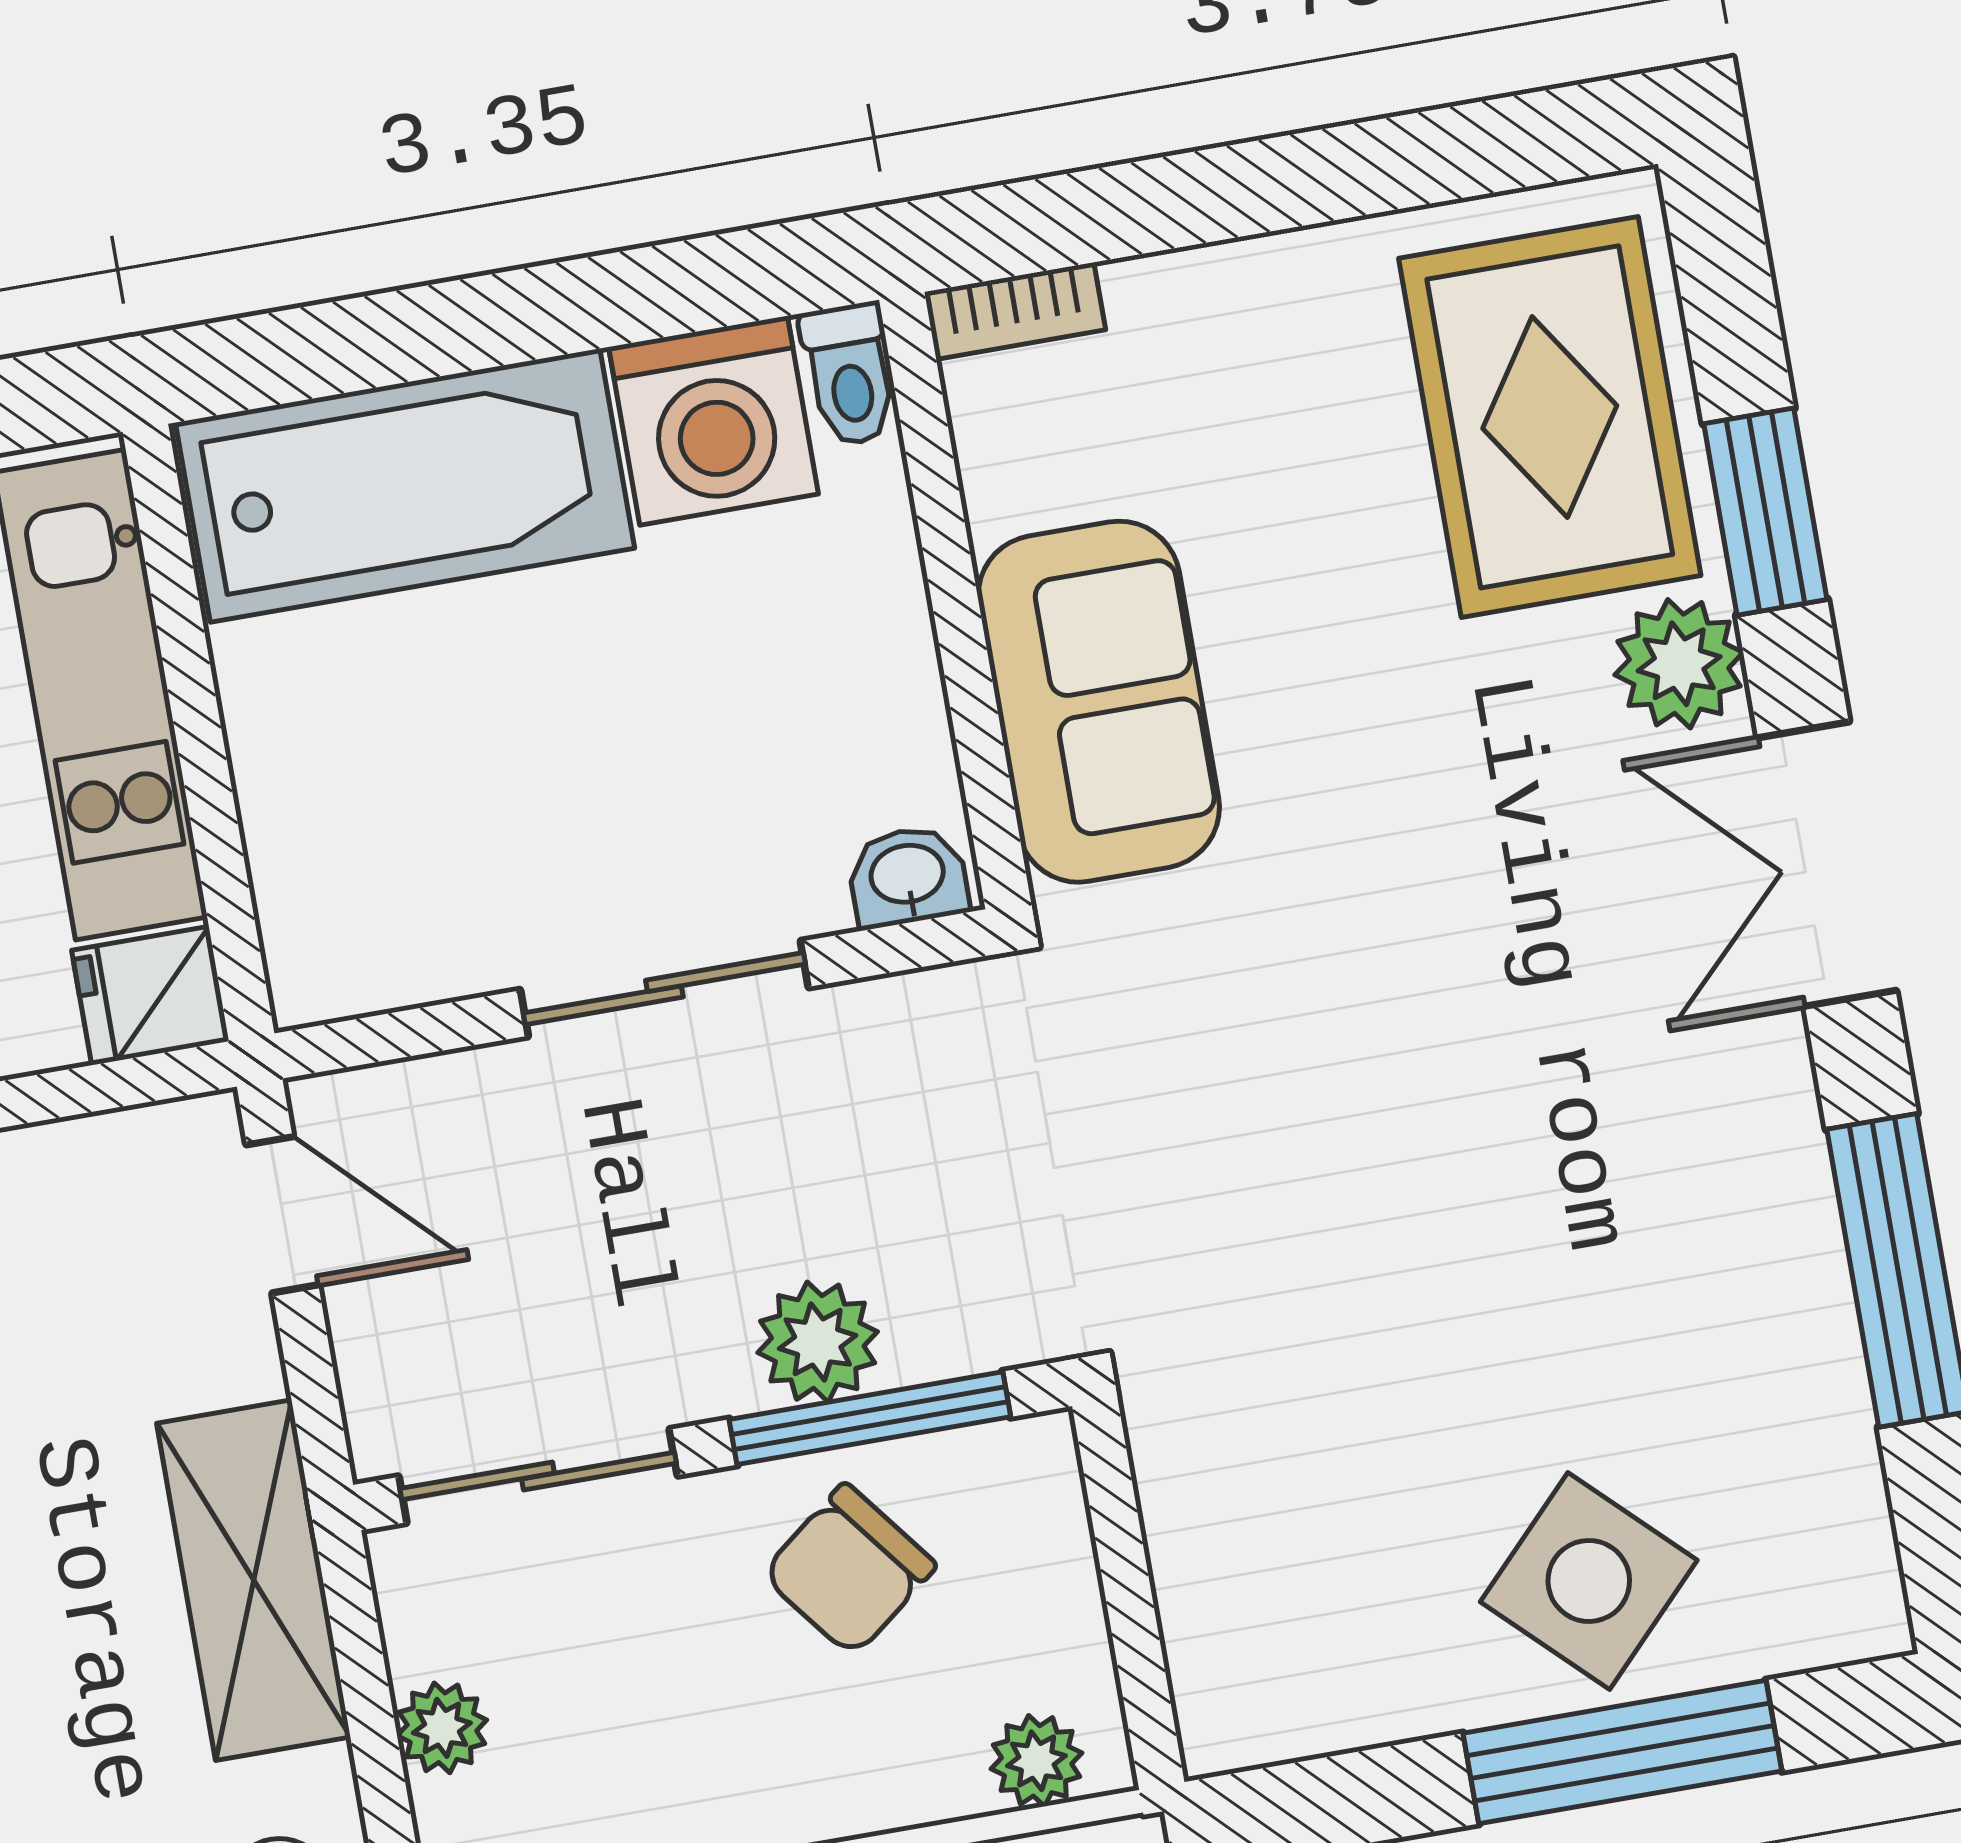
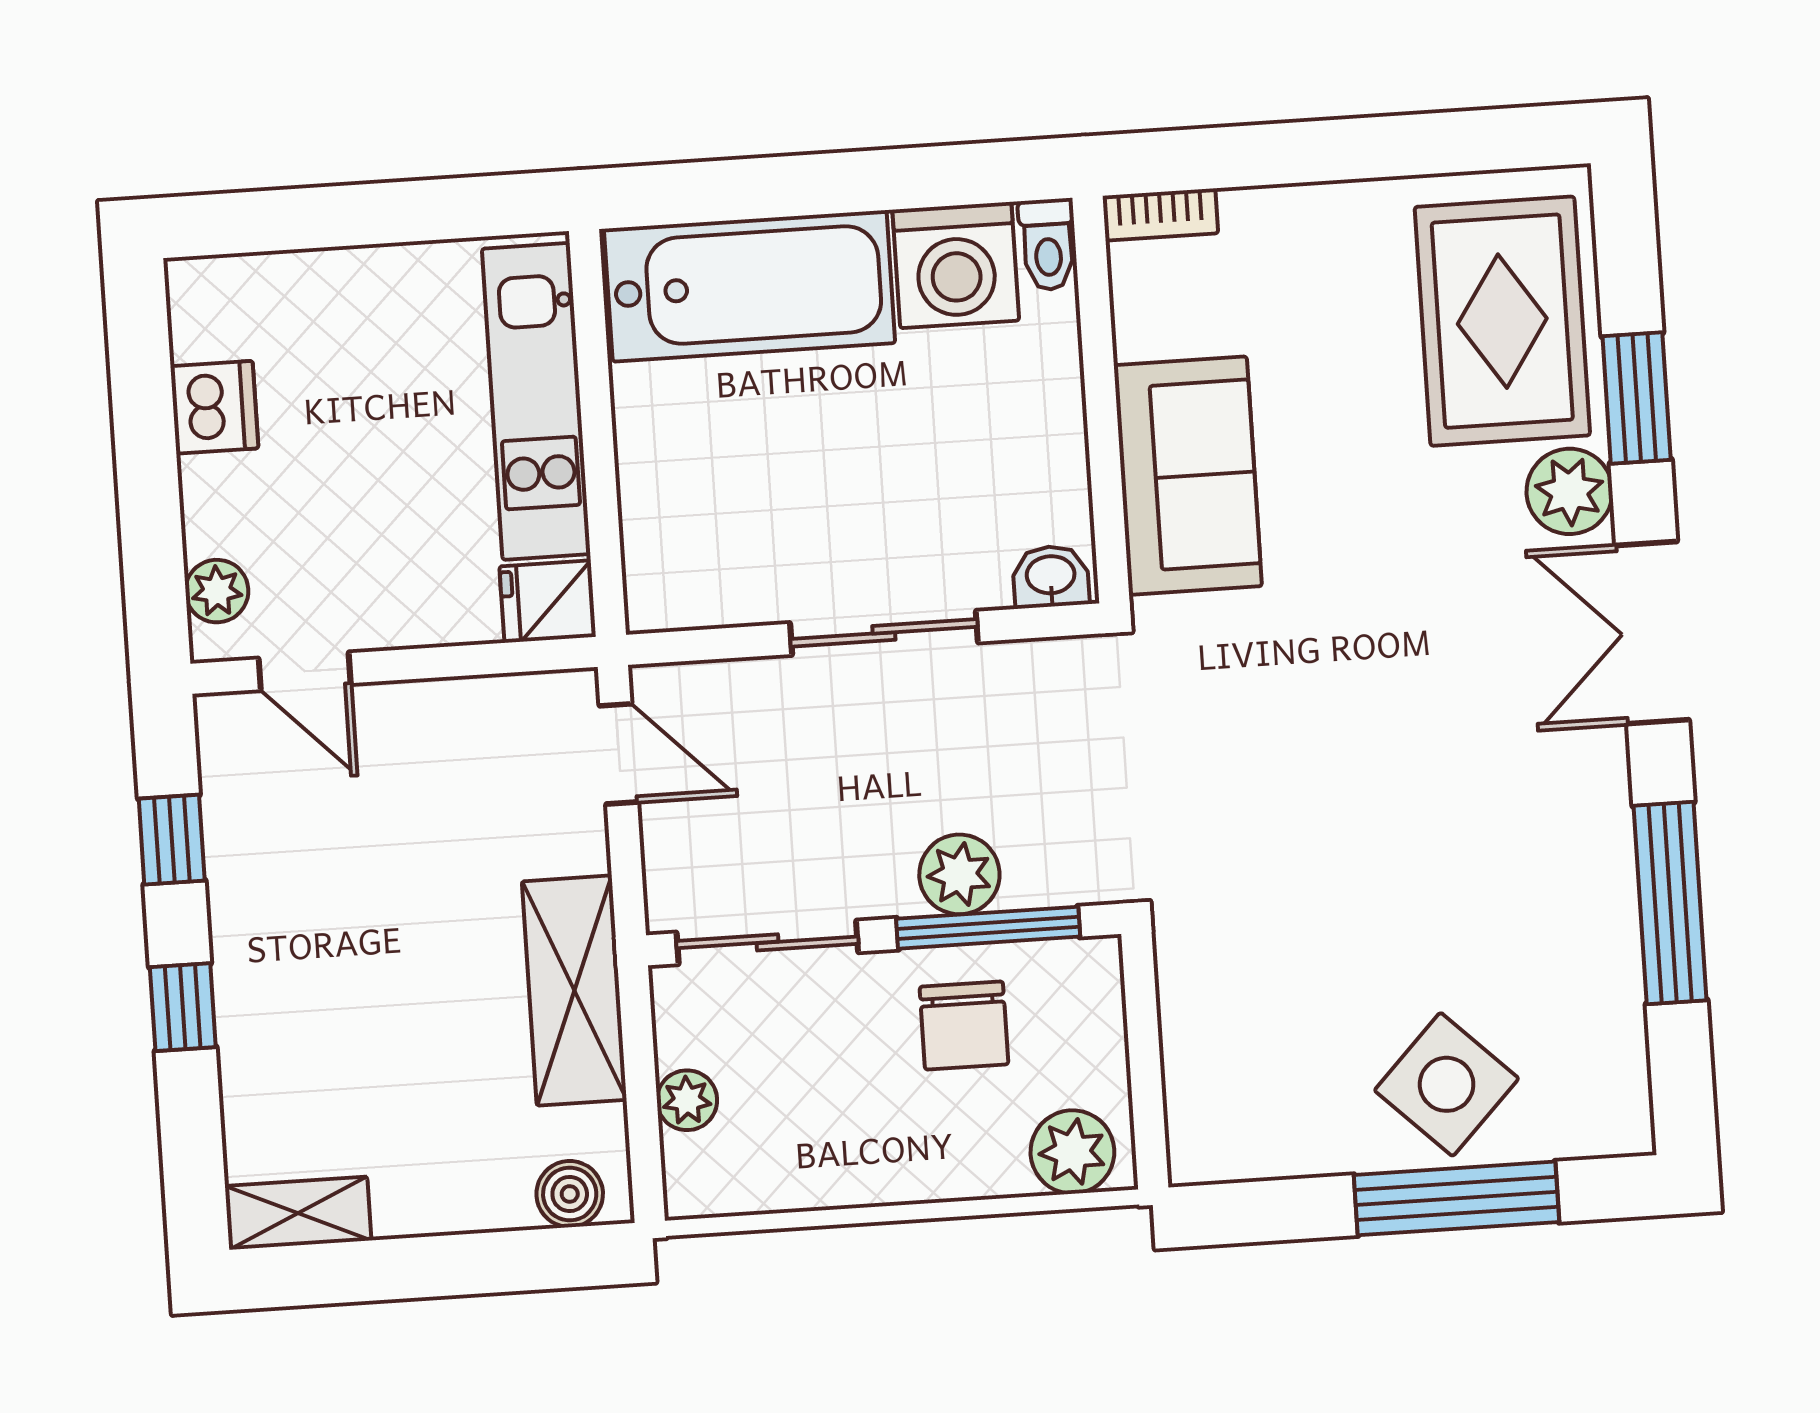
chair: (849, 1570) -> (964, 1025), turned -52
plant: (1037, 1761) -> (1072, 1152), width x1.38, depth x1.38

